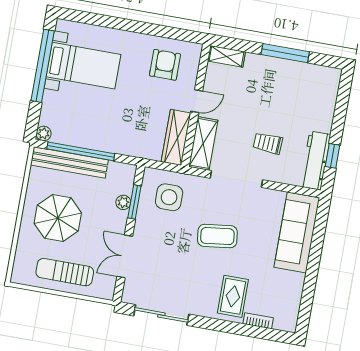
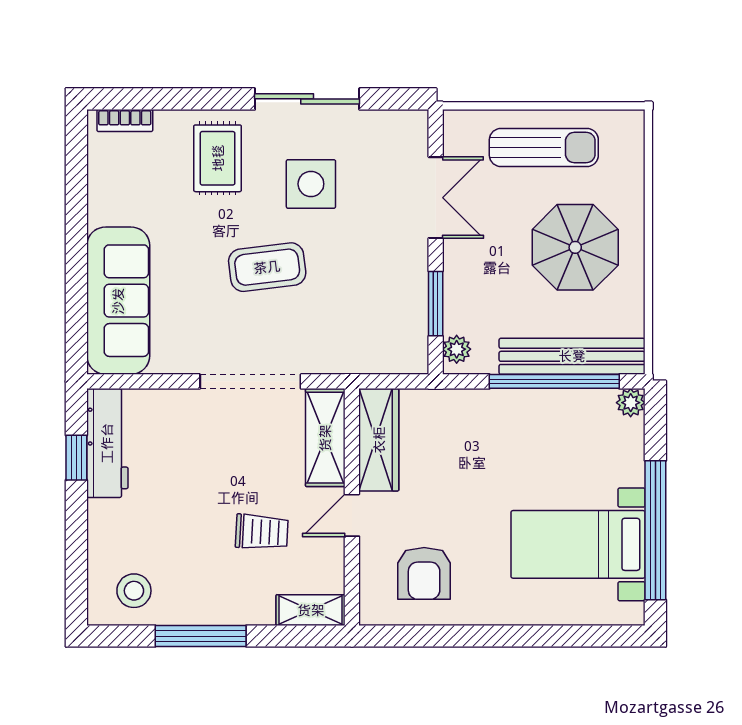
stool: (315, 82) -> (134, 591), added
trolley: (268, 143) -> (262, 532), moved
side table: (169, 197) -> (311, 184), moved
plant: (123, 202) -> (457, 349), moved
sliding door: (161, 315) -> (307, 99), moved
bookcase: (258, 321) -> (125, 120), moved

